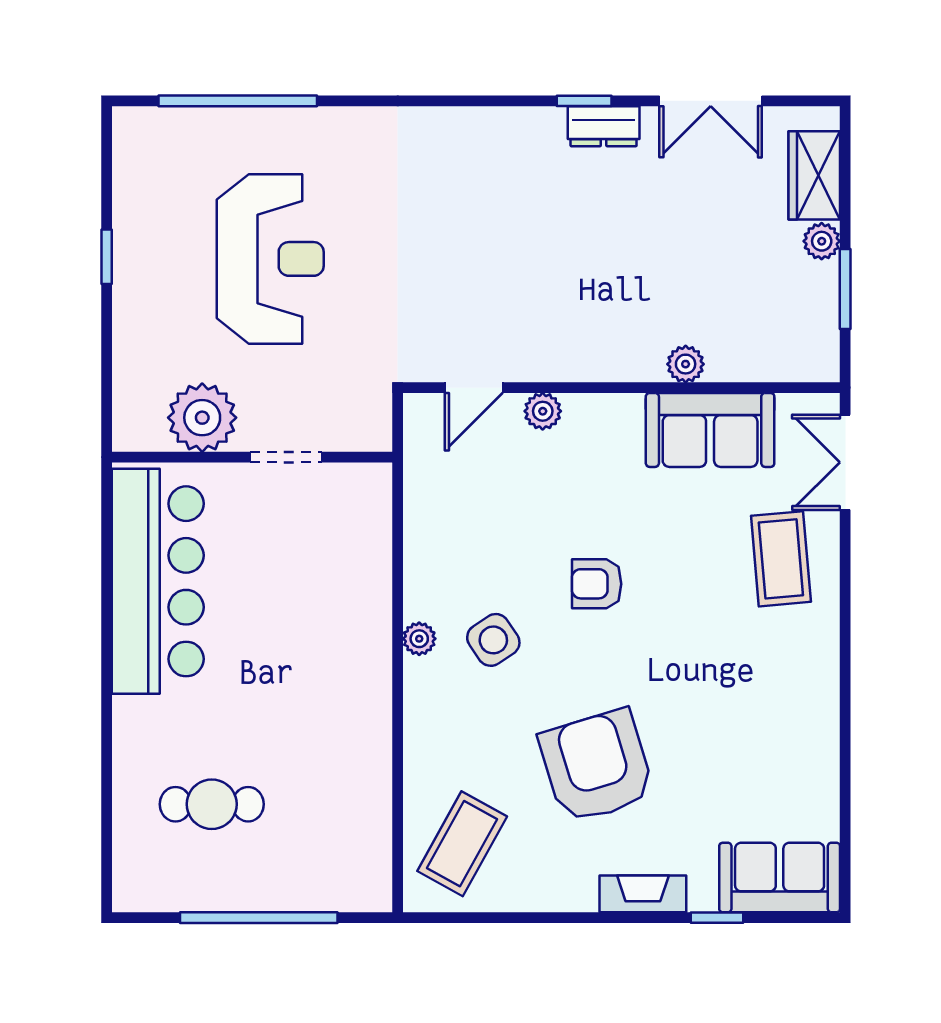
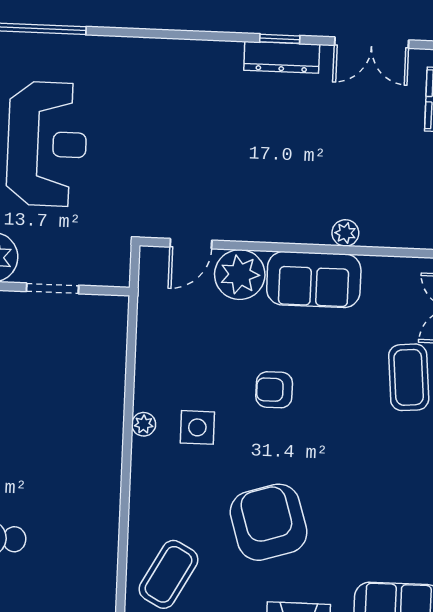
dresser: (604, 126) -> (282, 57), width x1.44
plant: (543, 411) -> (240, 275), width x1.87, depth x1.87
sofa: (710, 430) -> (314, 280), moved
side table: (493, 640) -> (197, 427), turned 34

